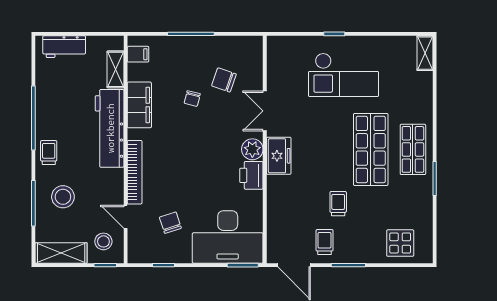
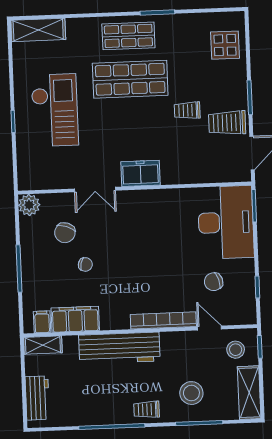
shelving: (425, 53) -> (38, 30), width x1.50, depth x1.33
shelving: (115, 69) -> (43, 345), moved
filing cabinet: (139, 105) -> (75, 319), moved
plant: (252, 149) -> (29, 205), moved
printer: (251, 175) -> (162, 201), removed
door: (126, 217) -> (209, 328), swing flipped
trolley: (325, 242) -> (227, 123), width x1.36, depth x1.39

